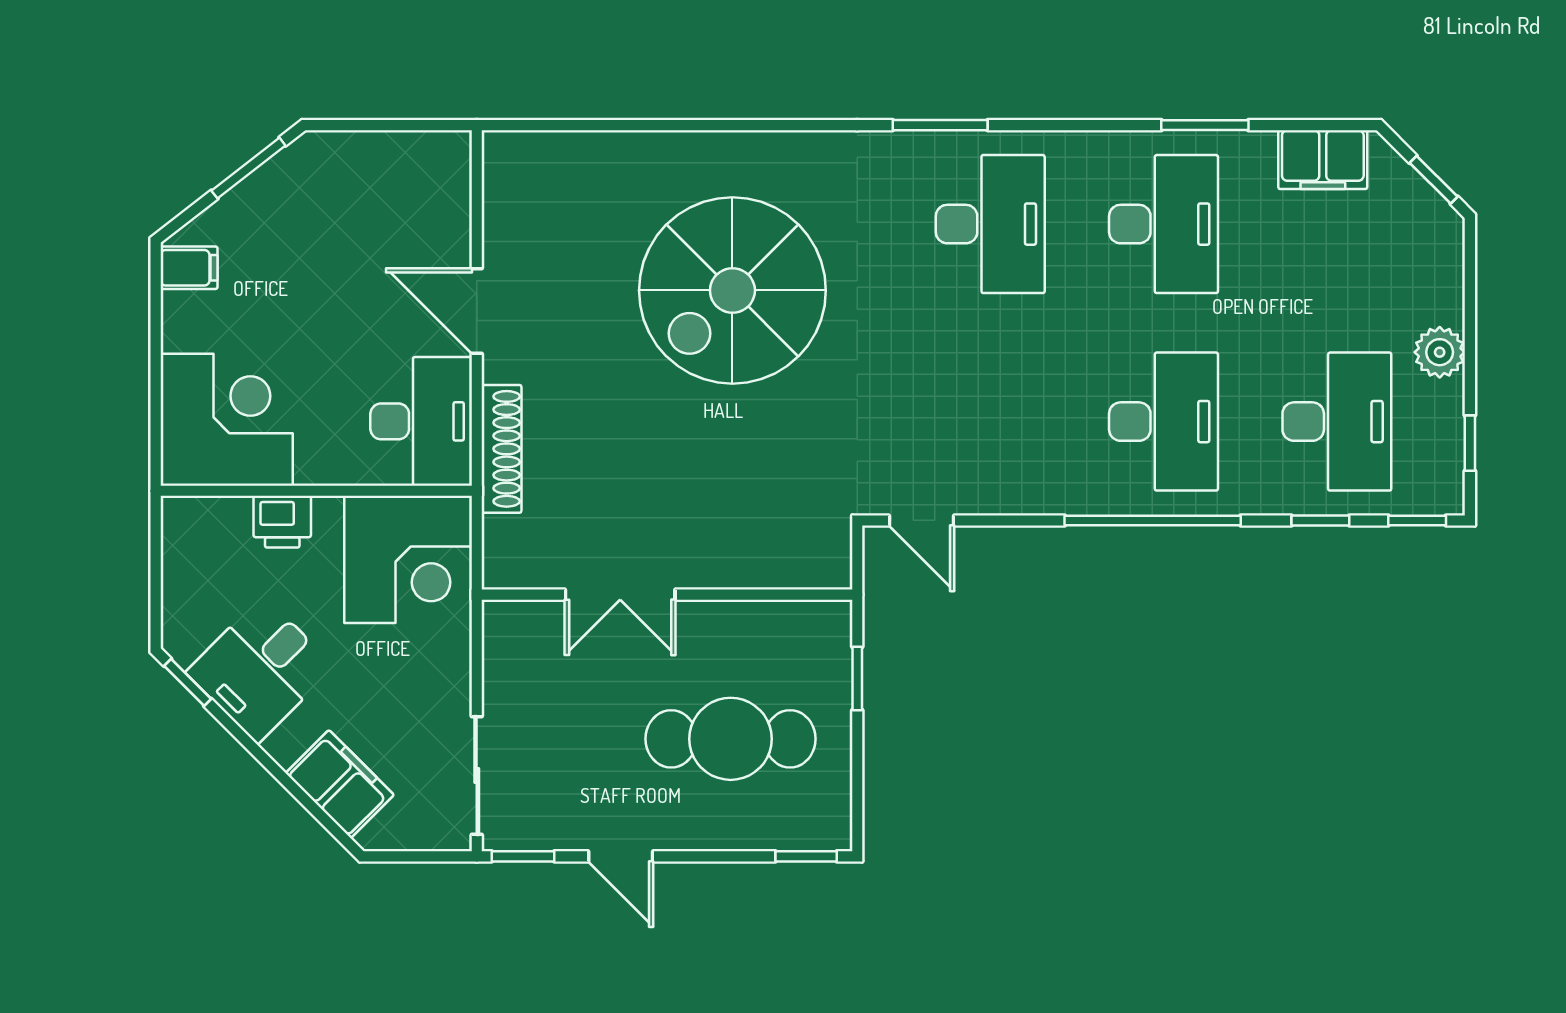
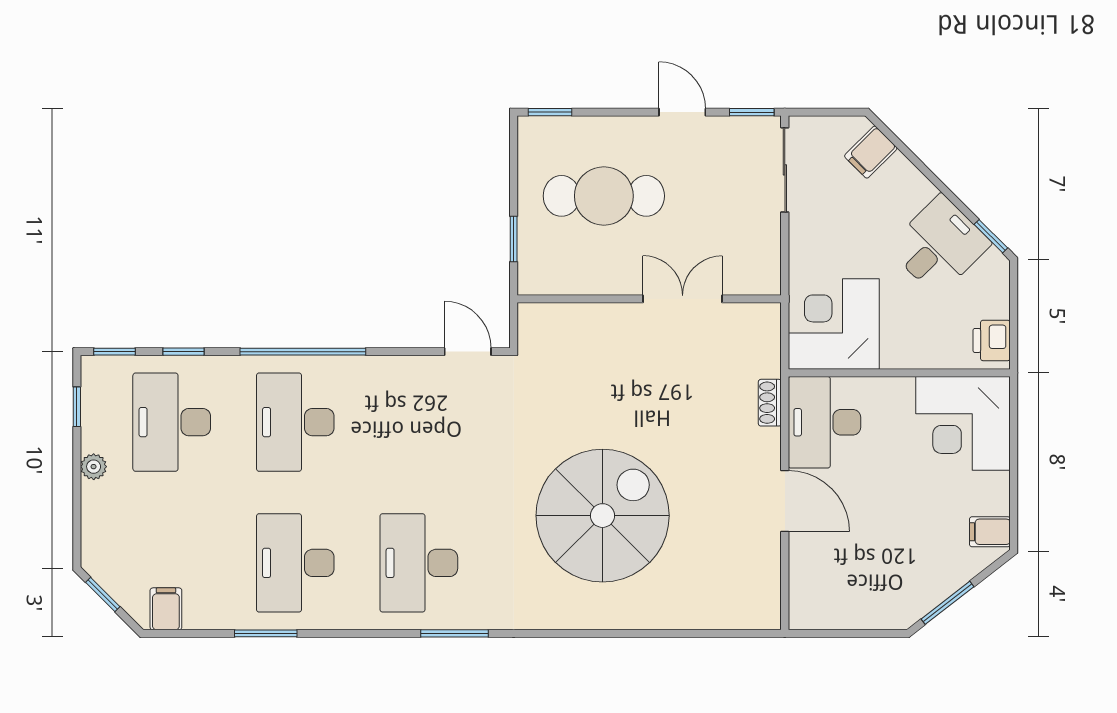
filing cabinet: (1323, 160) -> (166, 609), width x0.50
plant: (1440, 352) -> (94, 467), width x0.73, depth x0.73
shoe rack: (501, 449) -> (770, 403), width x0.51, depth x0.81
printer: (282, 522) -> (992, 340), moved, turned -90
filing cabinet: (340, 784) -> (871, 152), width x0.50

